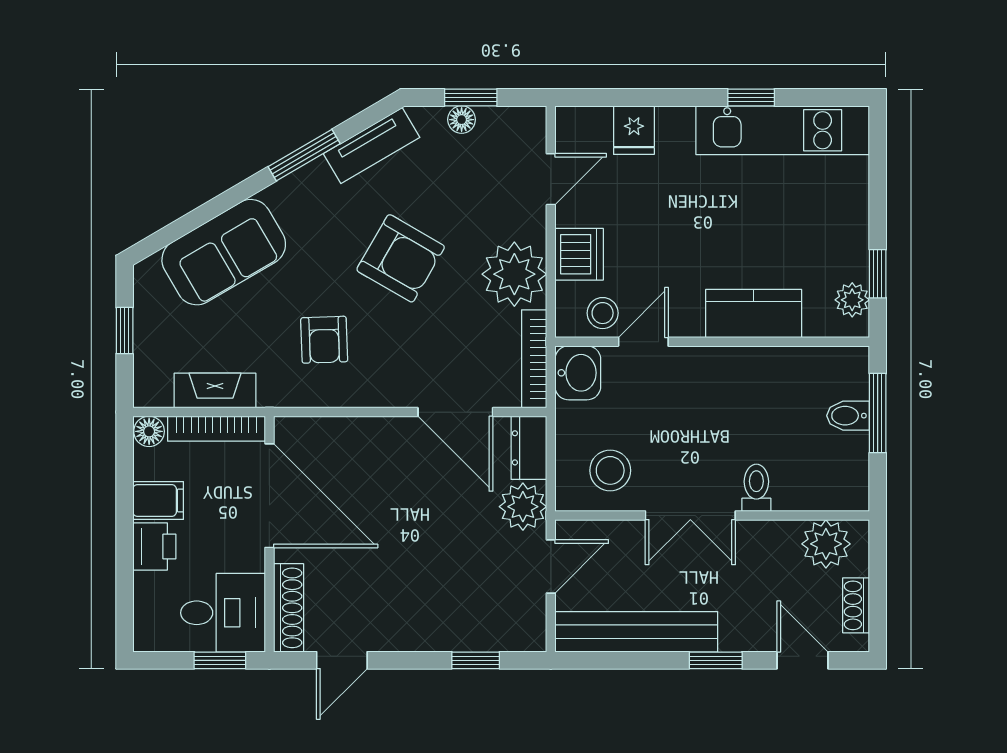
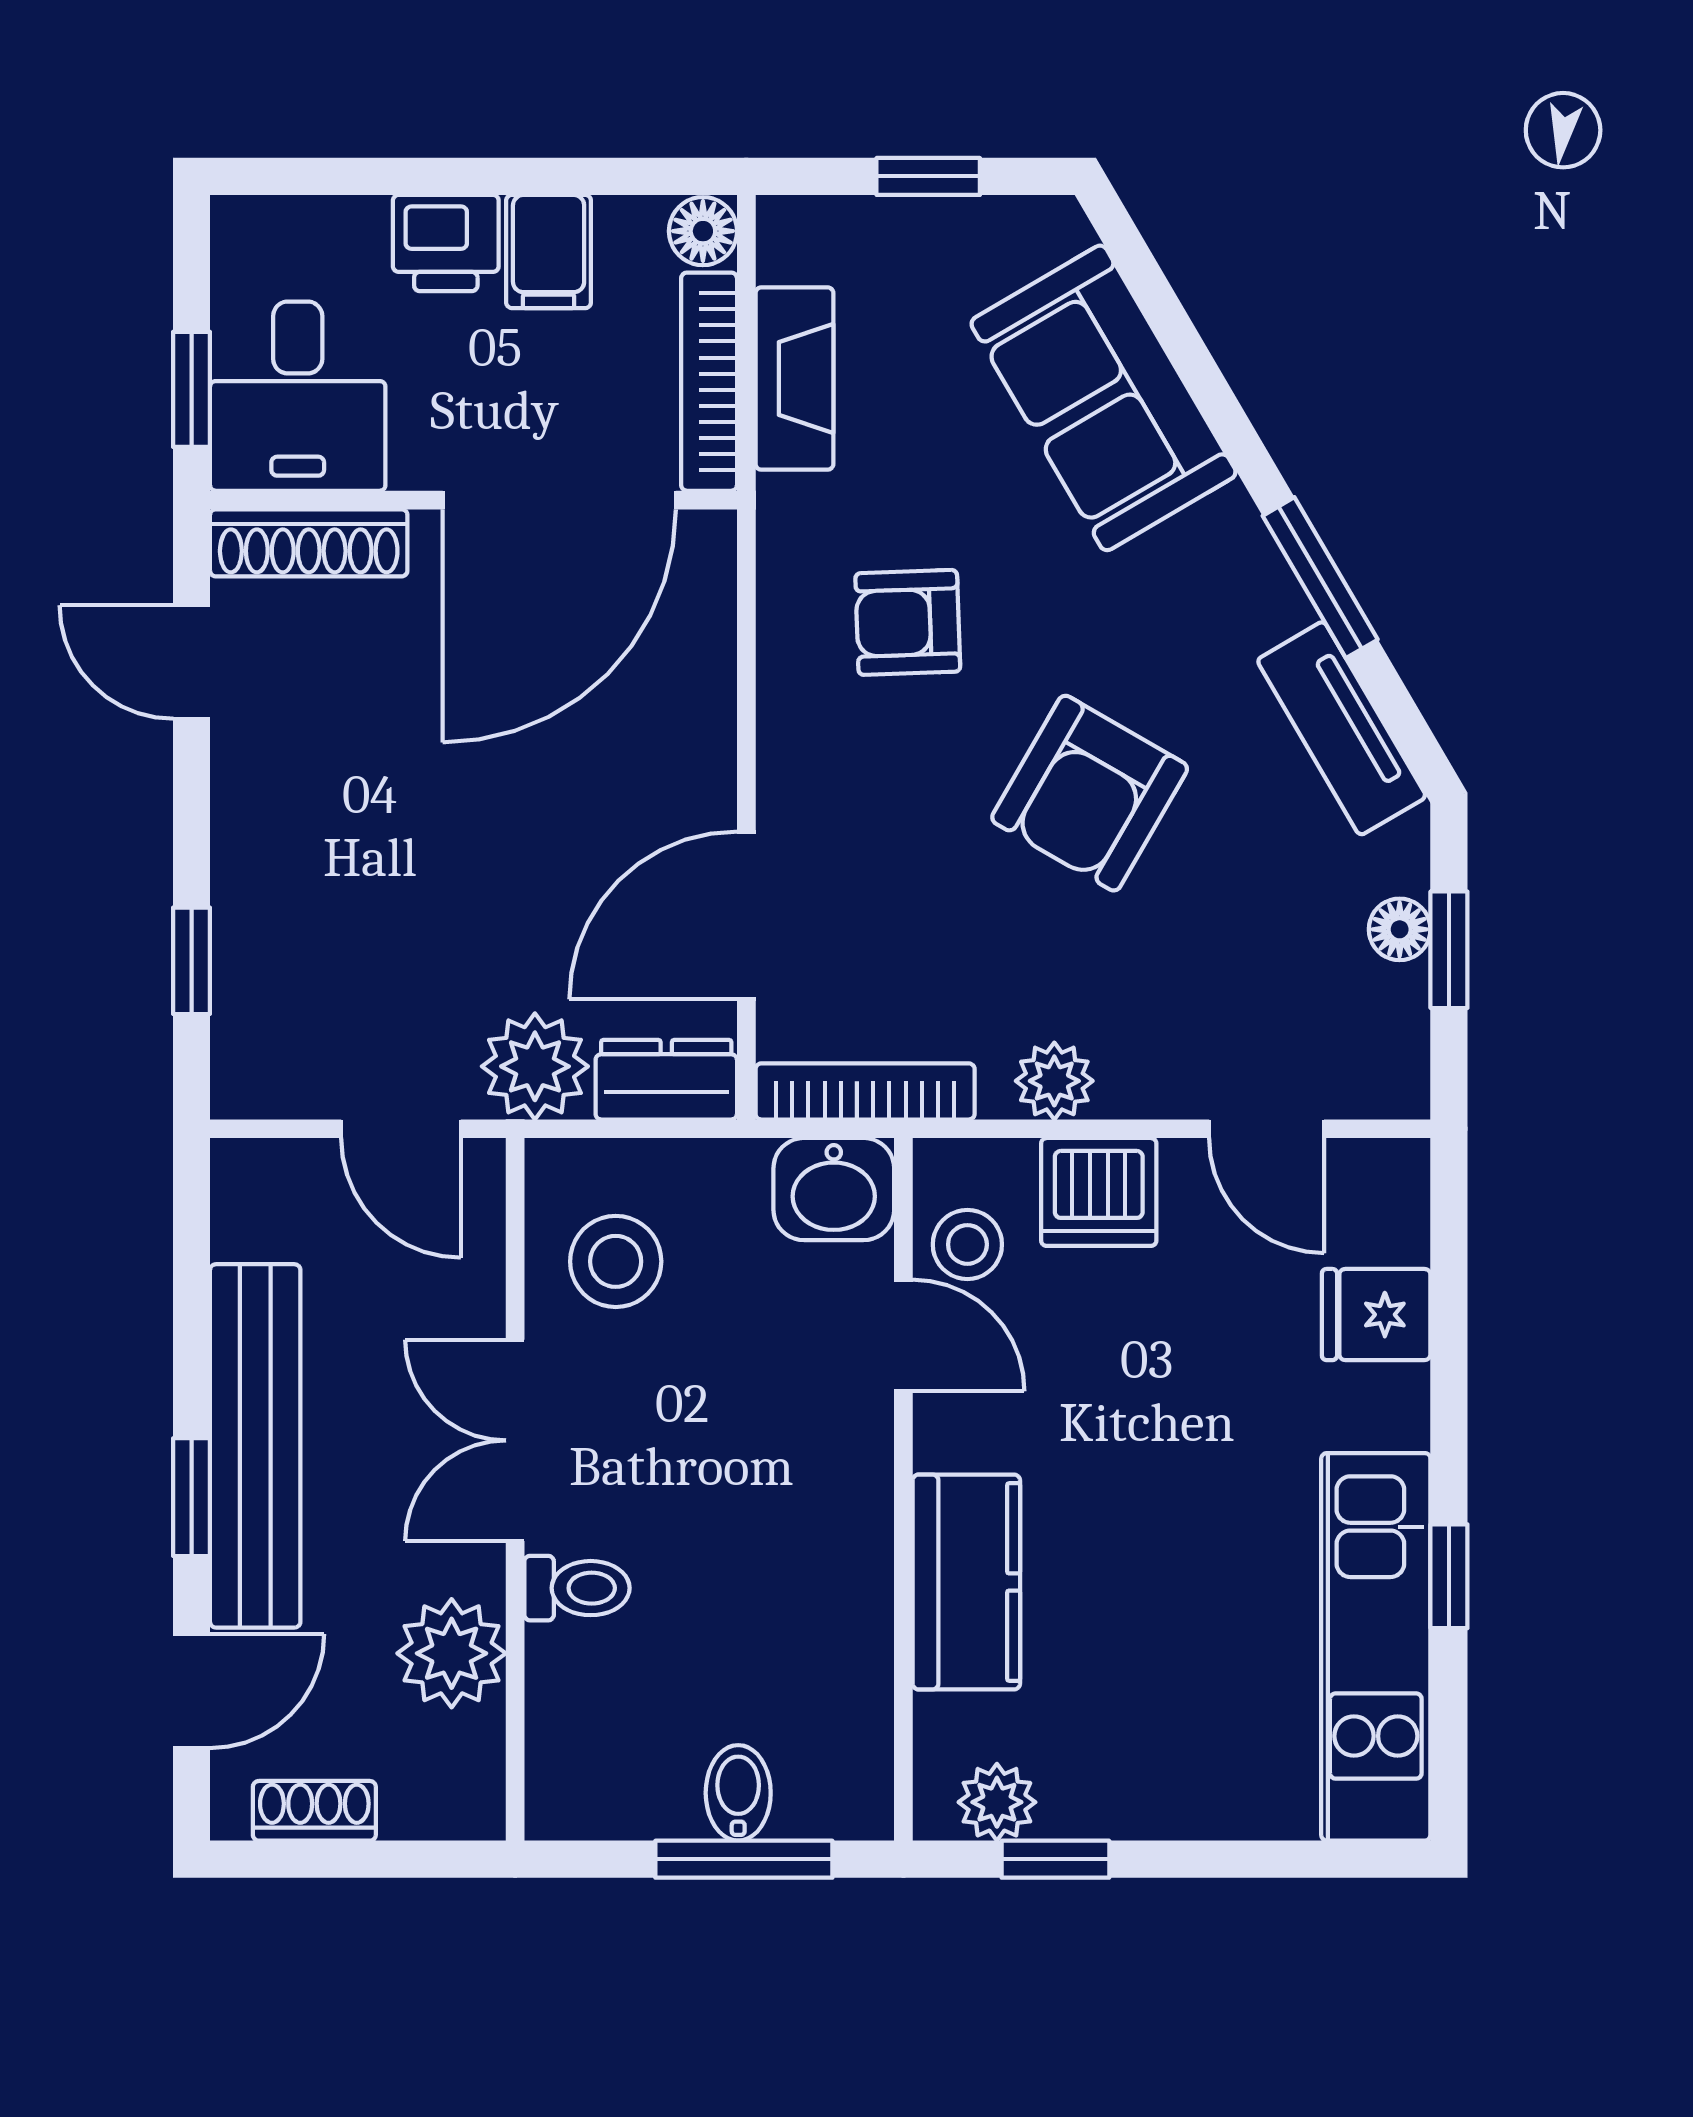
plant: (514, 274) -> (1054, 1081), width x0.53, depth x0.53
plant: (826, 544) -> (452, 1653), moved
bench: (636, 632) -> (255, 1446), moved

